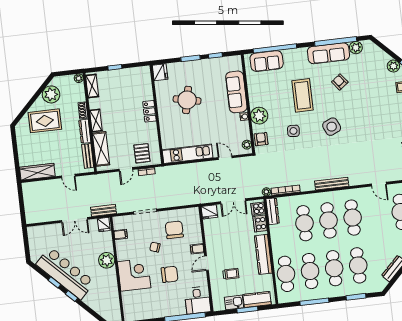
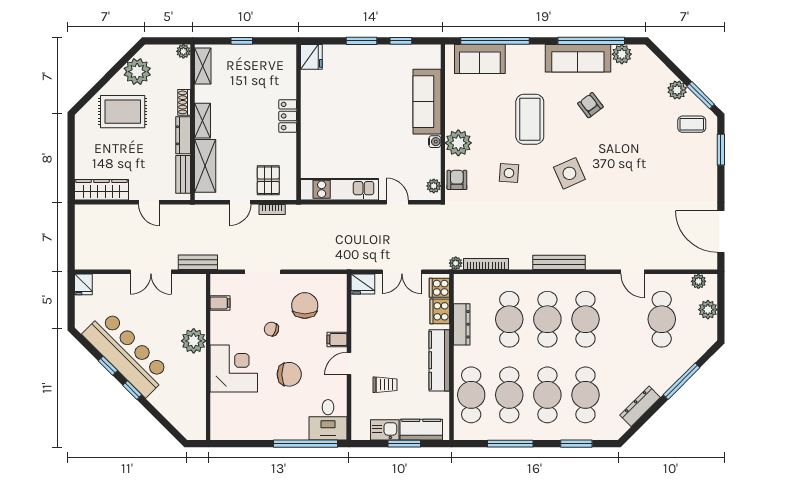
round table: (187, 100) -> (349, 105), removed
dresser: (273, 211) -> (462, 324), moved
fridge: (104, 225) -> (83, 284), moved

